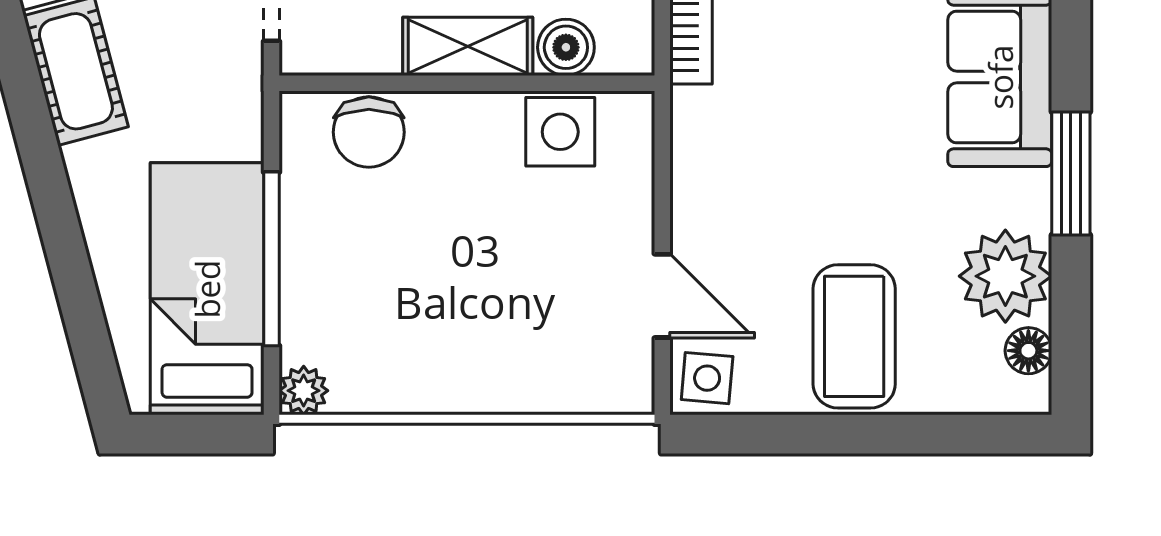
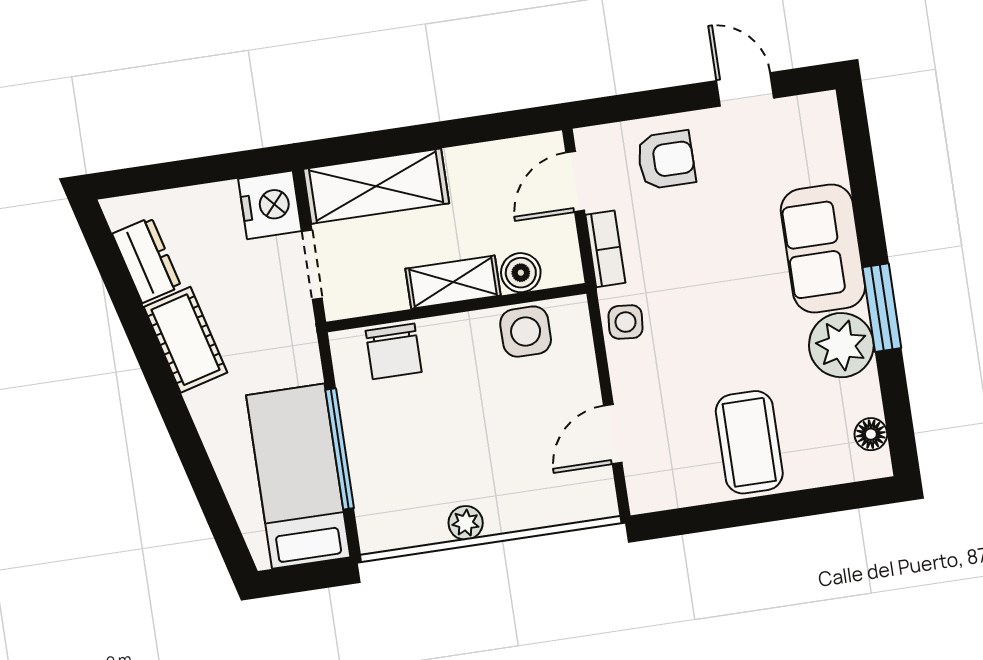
plant: (1005, 276) -> (841, 345), moved
door: (662, 296) -> (613, 434), swing flipped
side table: (707, 378) -> (626, 322), moved
plant: (304, 391) -> (466, 523), moved

